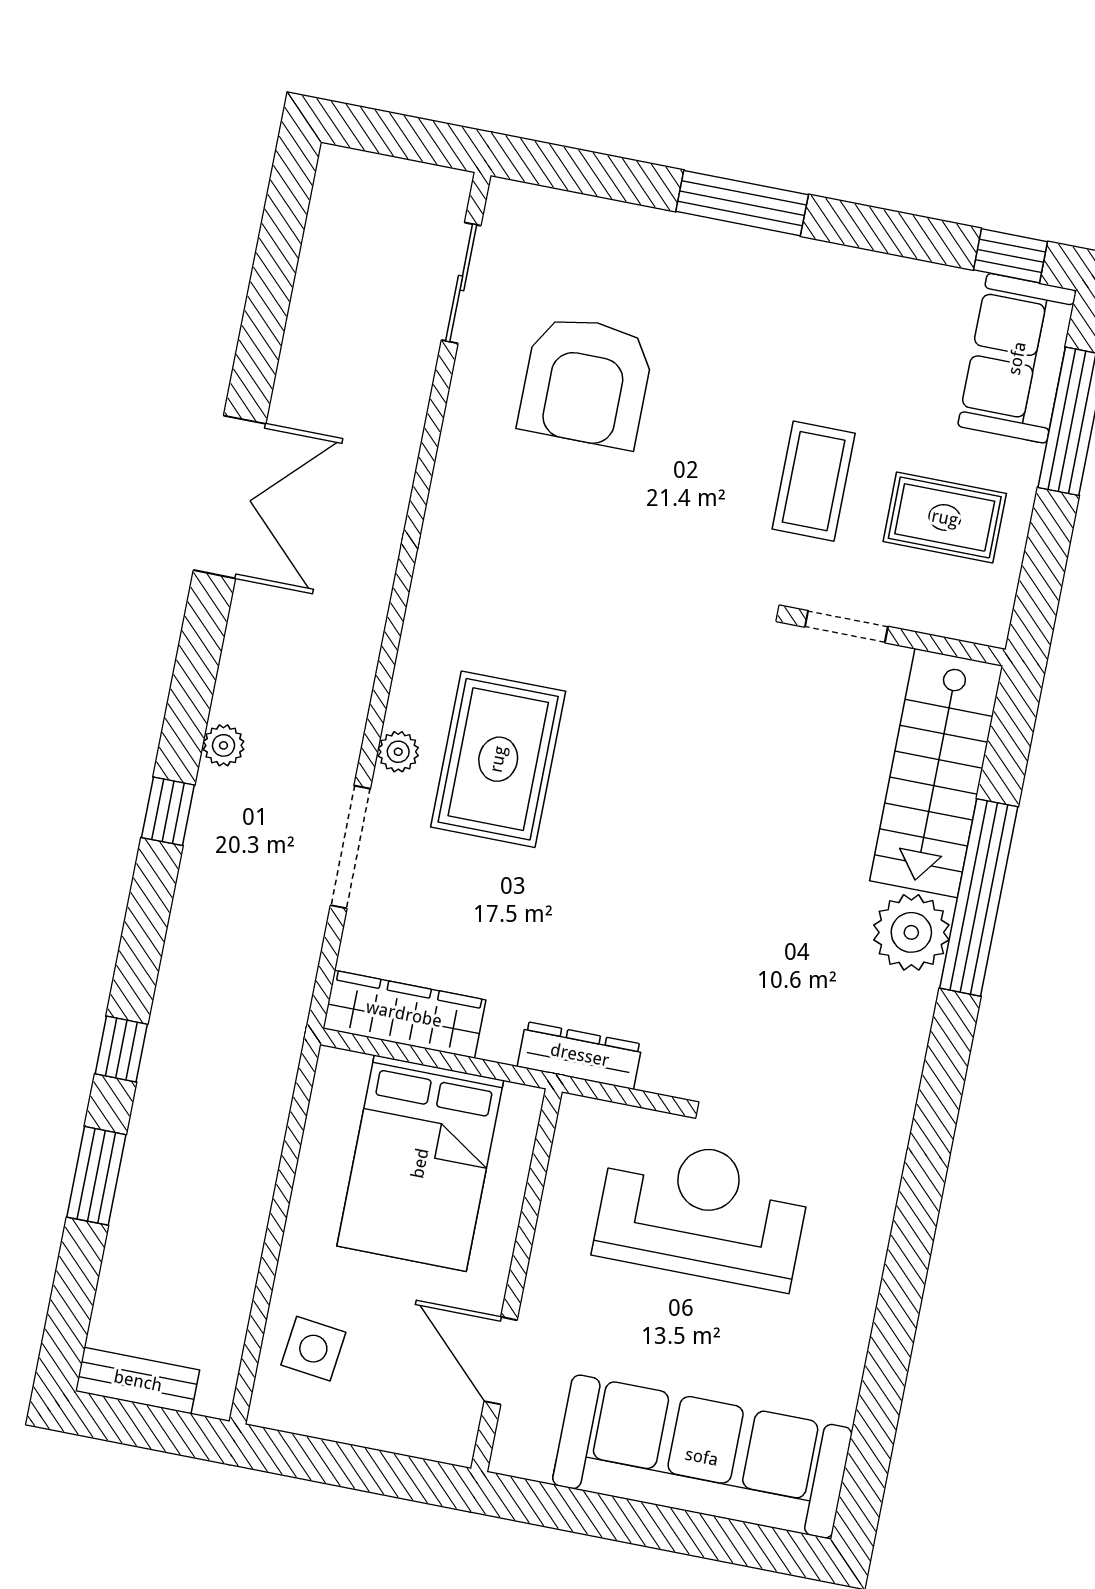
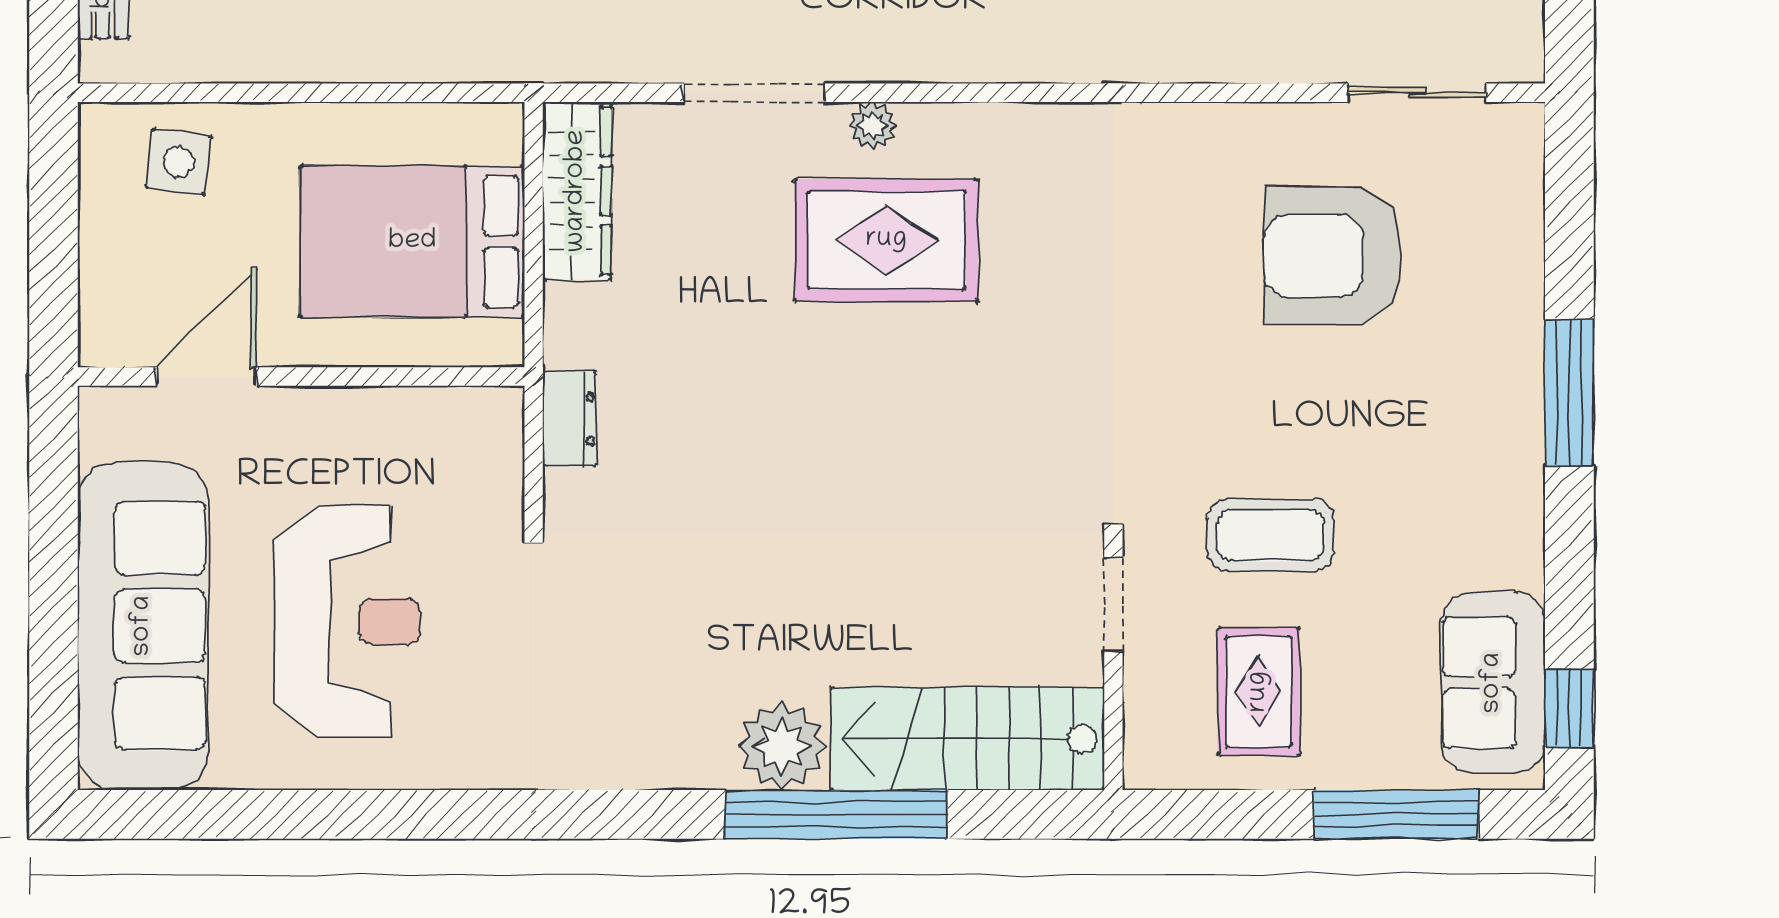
sofa: (1017, 358) -> (1493, 683), moved, turned -90
dresser: (580, 1055) -> (569, 419), width x0.70
reception desk: (702, 1212) -> (347, 622), moved

